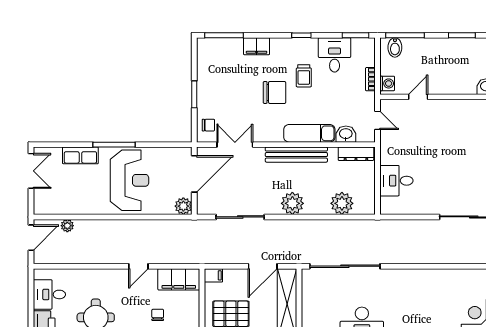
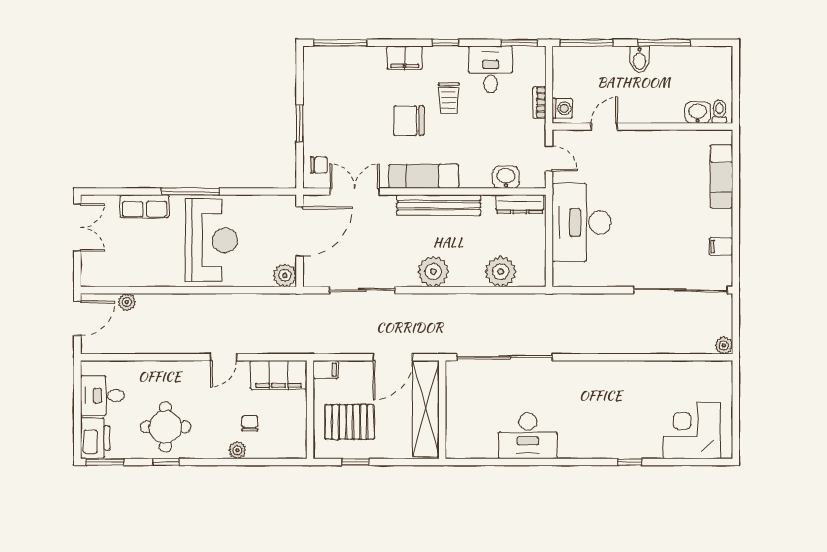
window: (462, 35) -> (664, 43), width x1.44
filing cabinet: (257, 46) -> (405, 58), moved
bidet: (395, 47) -> (640, 59), moved
chair: (274, 92) -> (409, 121), turned 180
exam couch: (309, 133) -> (424, 176), moved
desk: (396, 181) -> (582, 222), width x1.87, depth x1.30

